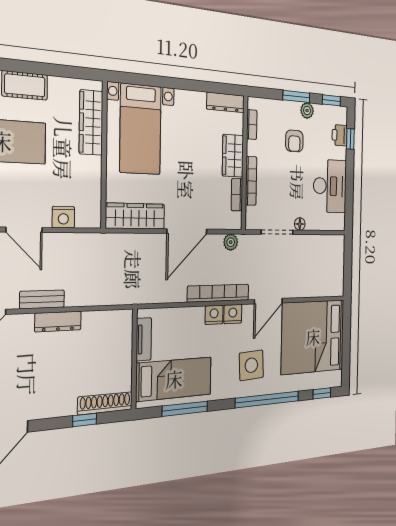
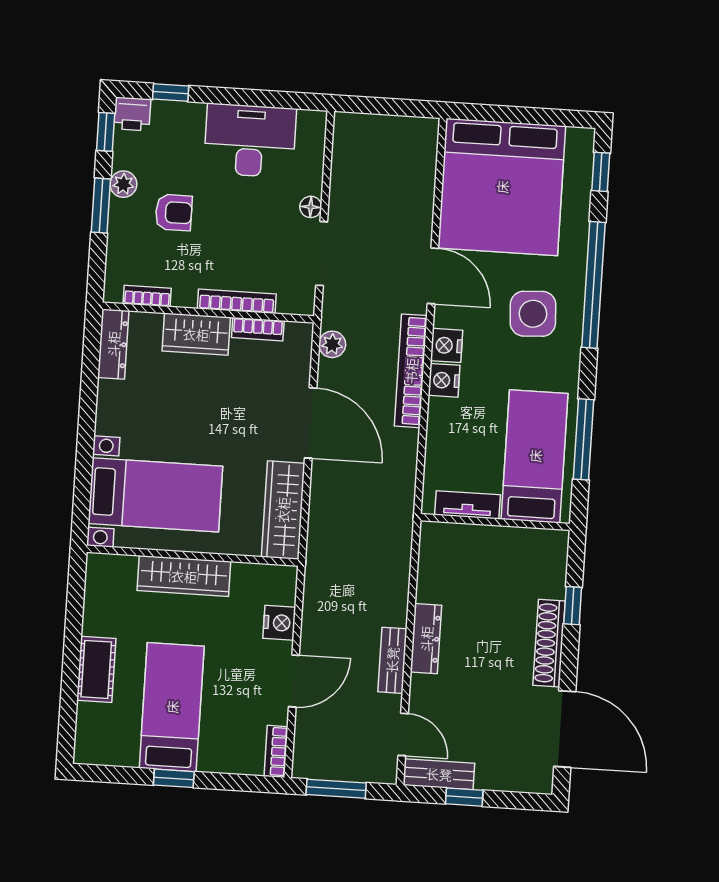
wardrobe: (91, 123) -> (184, 576), moved
printer: (340, 135) -> (132, 114), moved
shoe rack: (105, 403) -> (549, 643), moved

